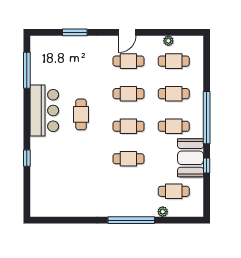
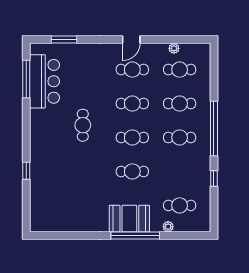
window: (75, 32) -> (64, 40), moved
bar counter: (44, 110) -> (45, 81), moved
booth: (191, 158) -> (129, 219), moved, turned 90

